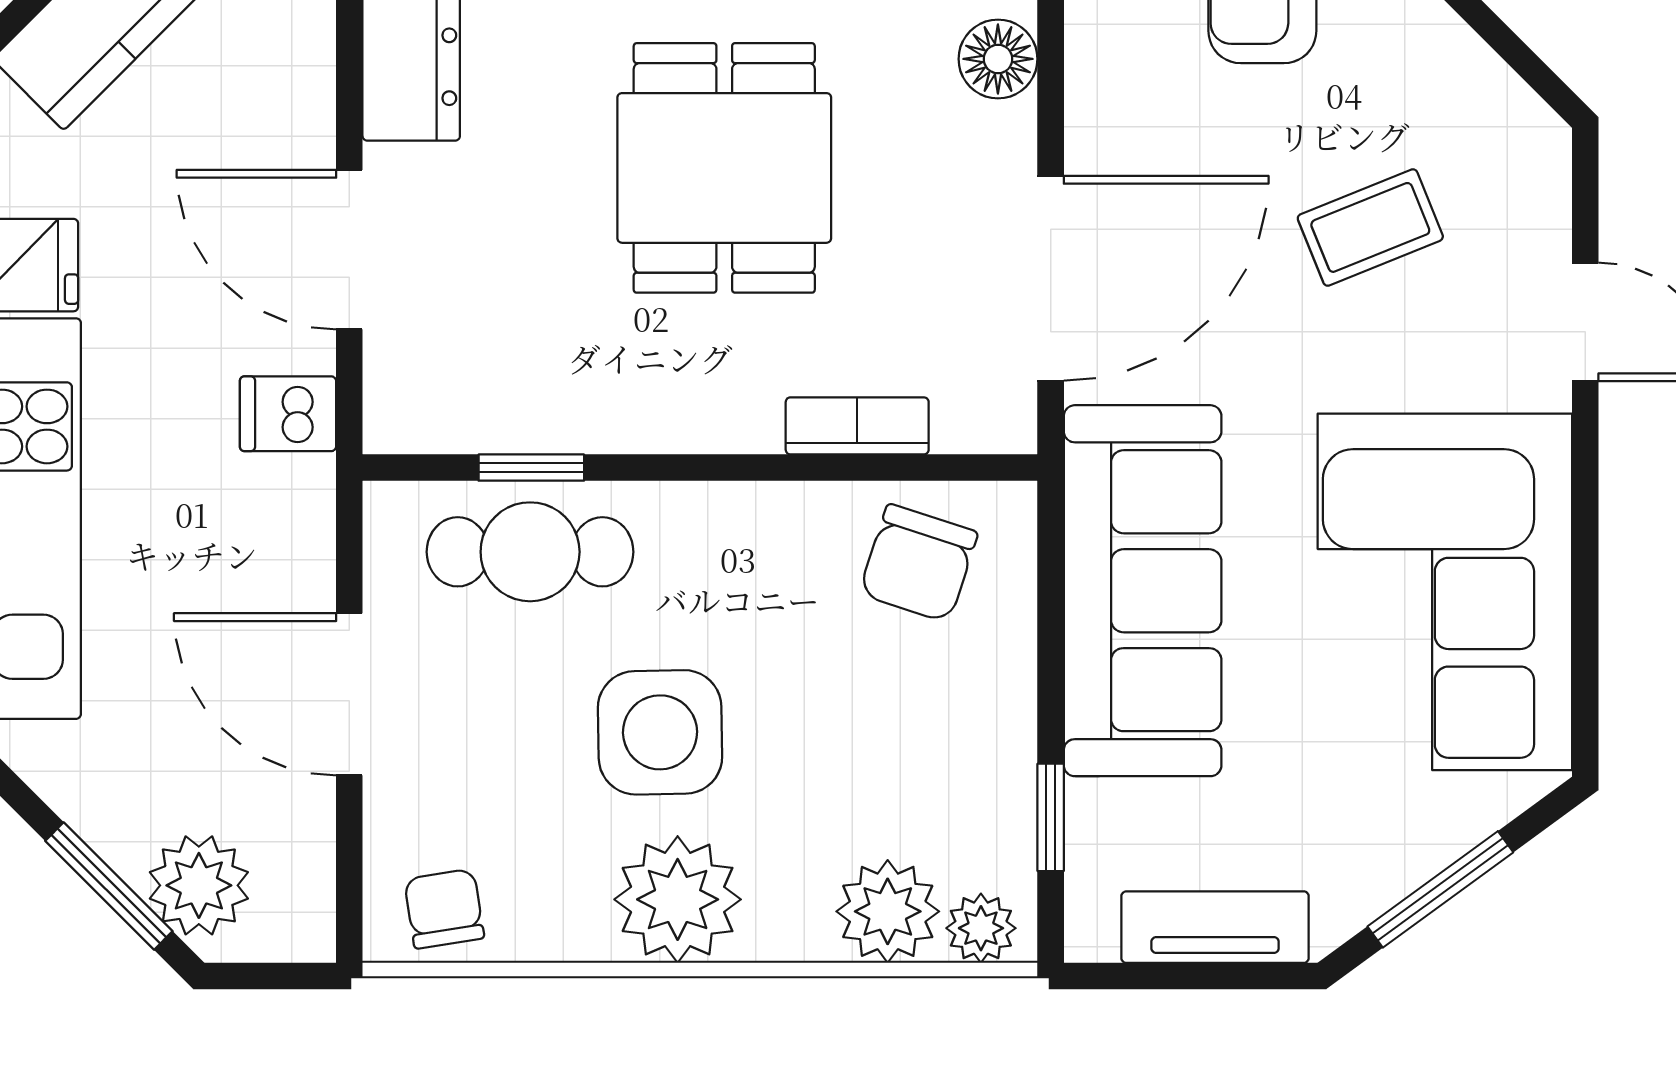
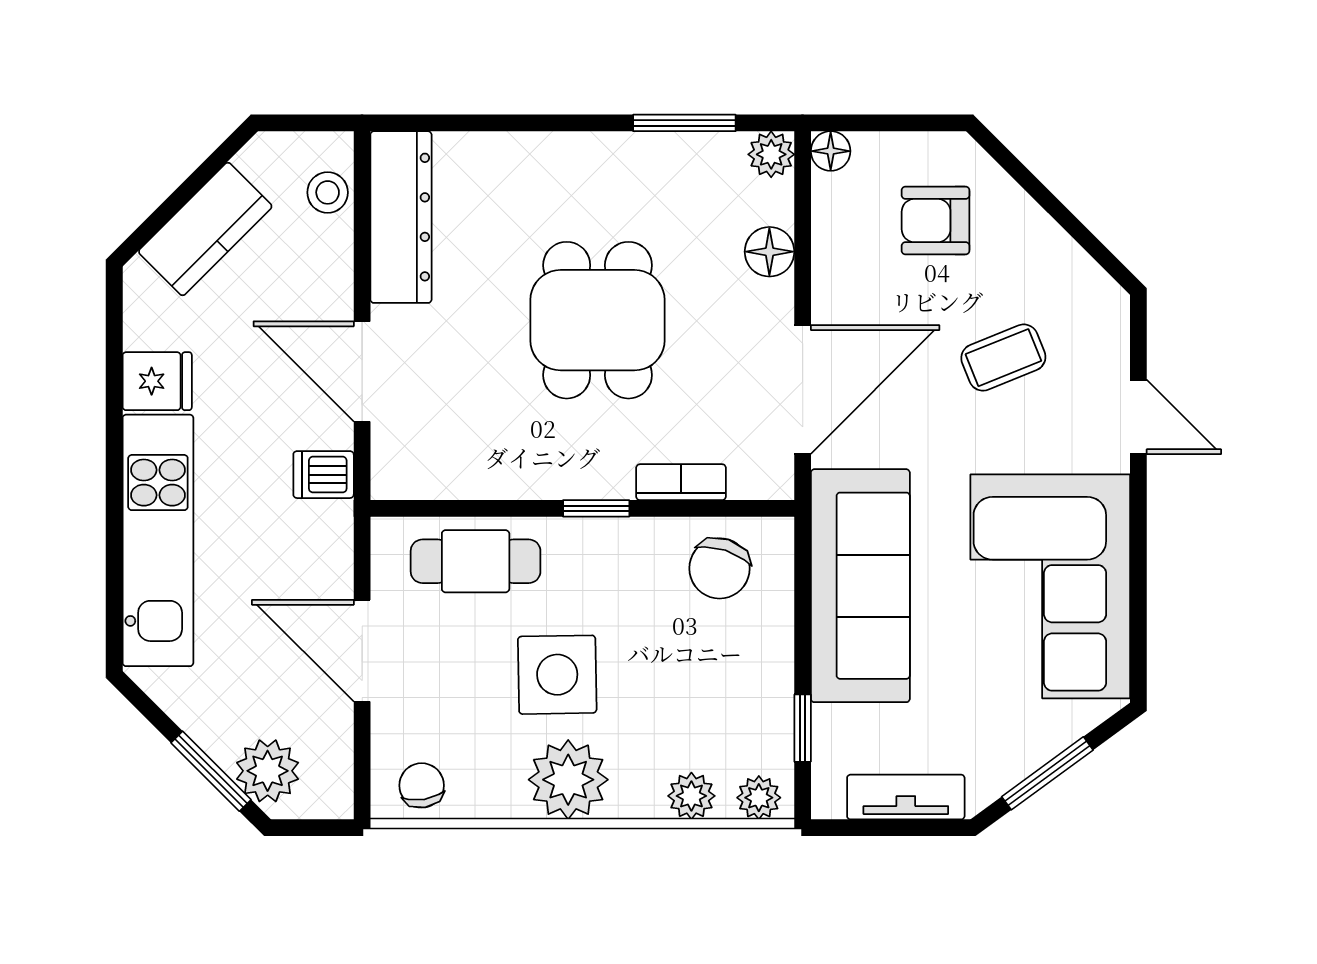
window: (531, 468) -> (596, 508), moved
plant: (888, 911) -> (691, 796), width x0.73, depth x0.73

